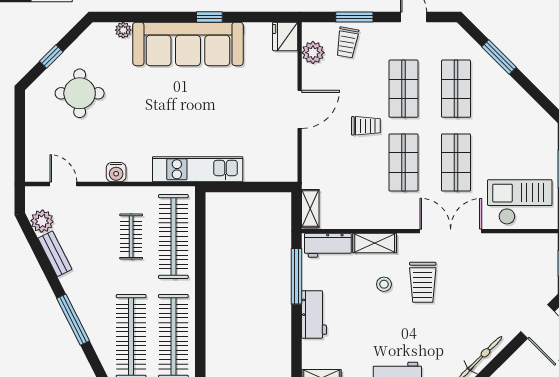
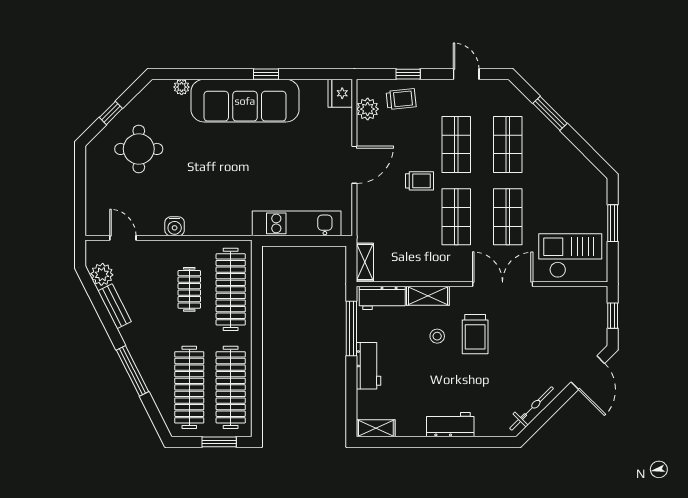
window: (354, 17) -> (408, 74), width x0.67
trolley: (347, 42) -> (401, 99), turned -106
kitchen unit: (198, 169) -> (297, 223), moved

